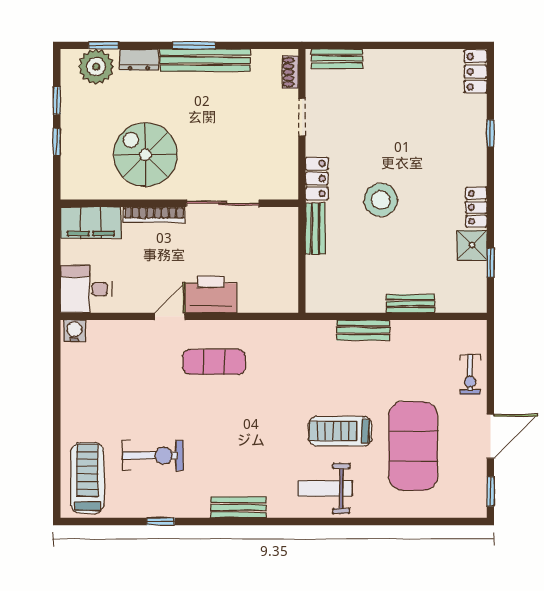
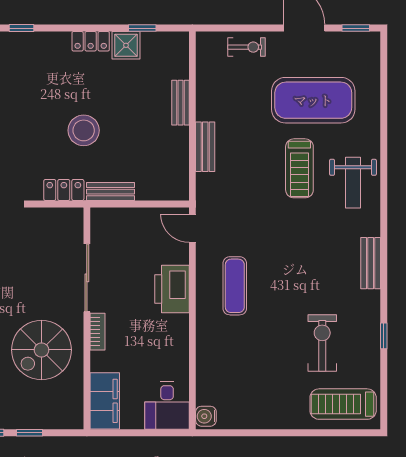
bookcase: (154, 215) -> (98, 332), width x0.64
door: (170, 316) -> (192, 228), moved

